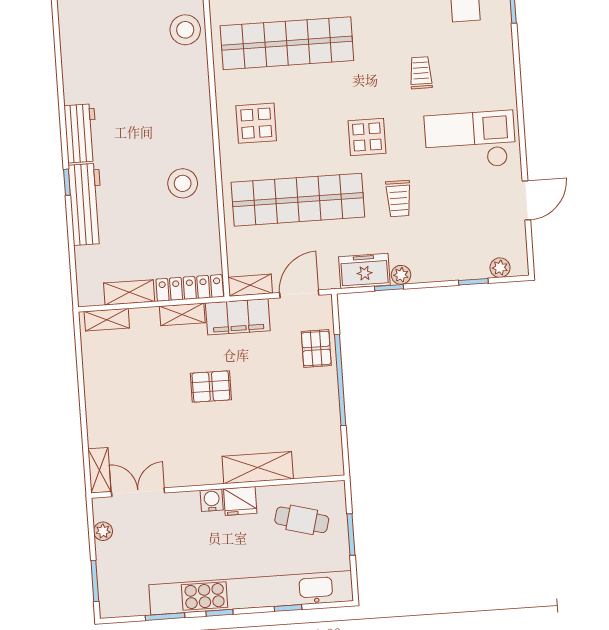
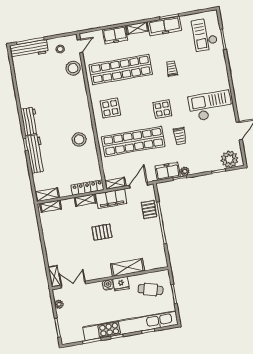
trolley: (421, 73) -> (172, 69), moved
plant: (500, 268) -> (229, 159), width x1.88, depth x1.88
shelving: (129, 292) -> (47, 195), moved

